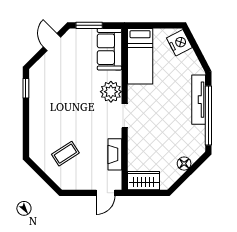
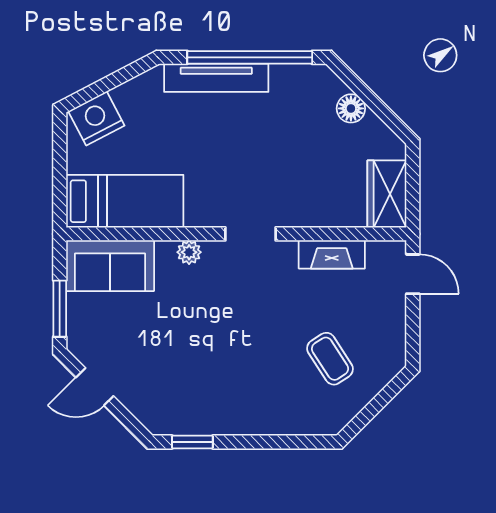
plant: (111, 92) -> (189, 252), width x0.53, depth x0.53

